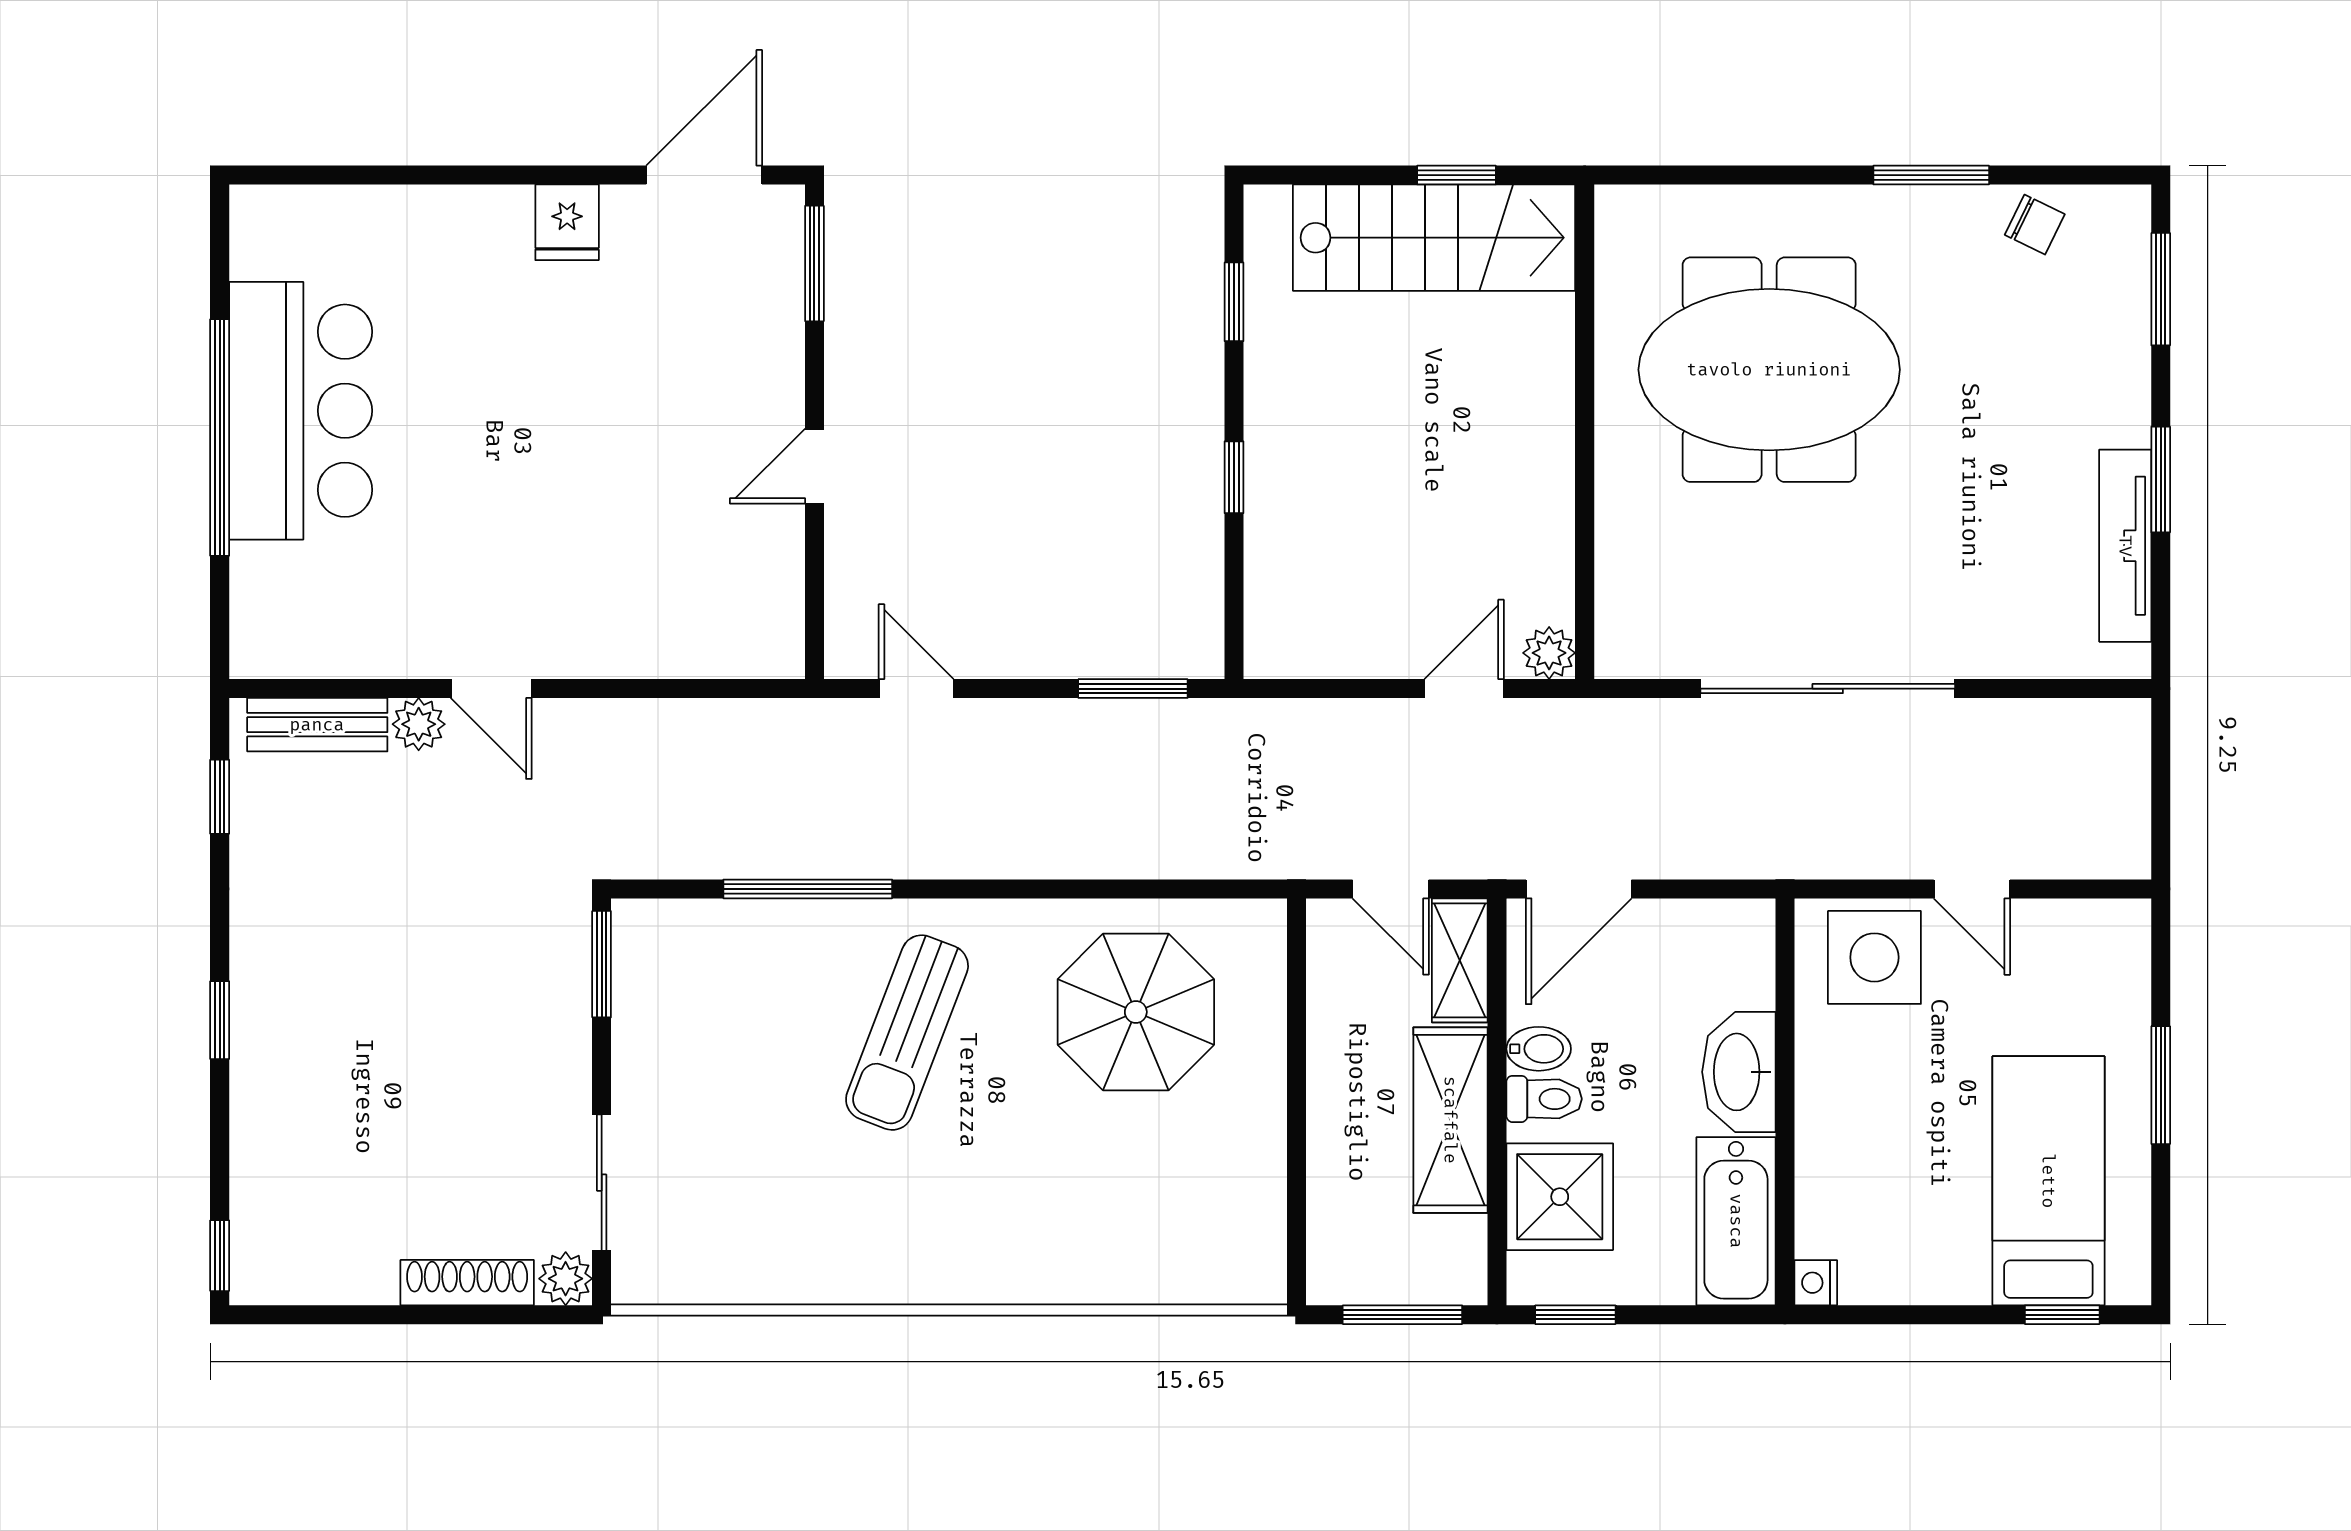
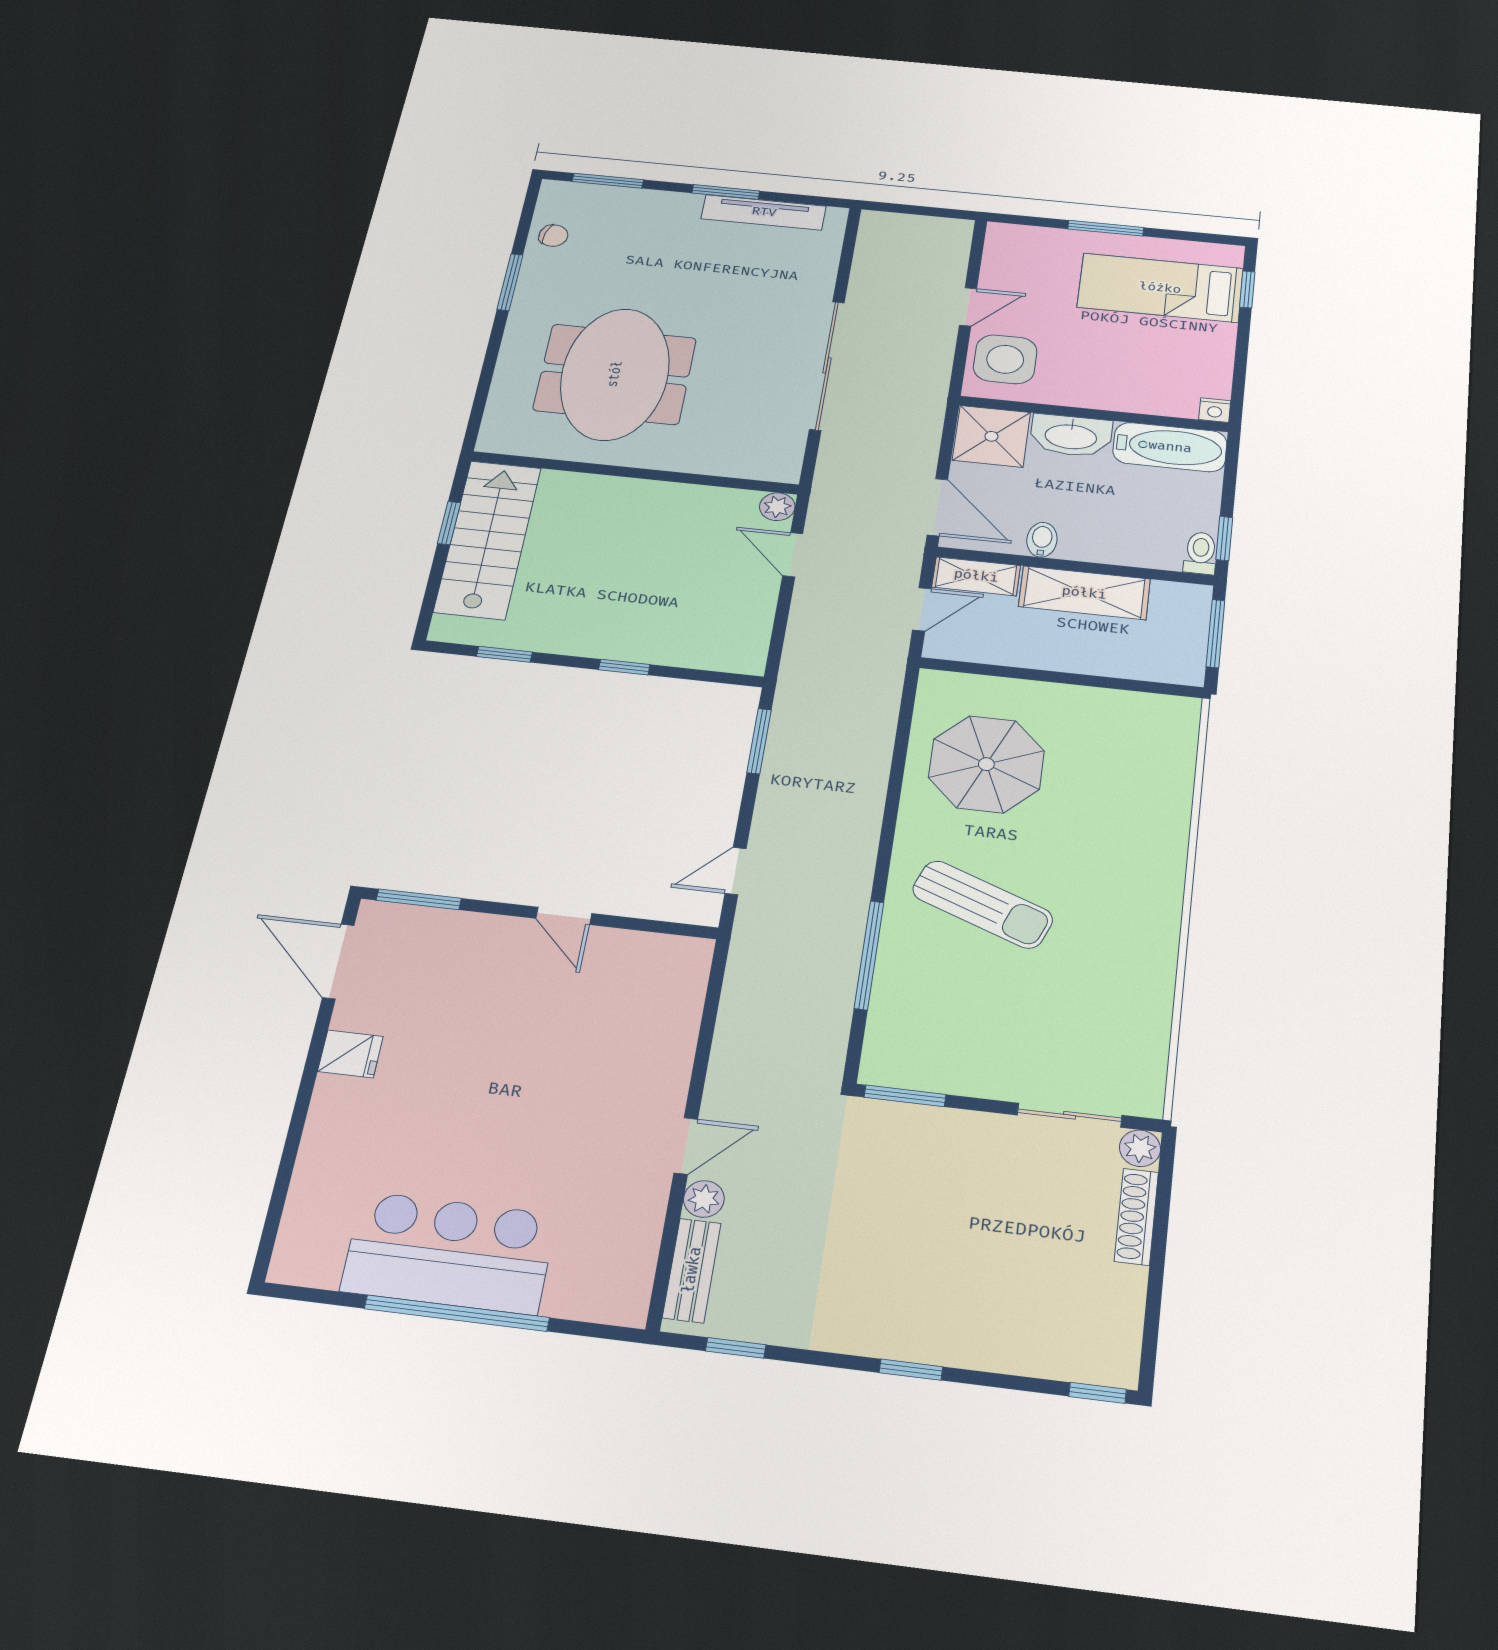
chair: (2035, 225) -> (553, 236), turned 78
toilet: (1544, 1099) -> (1200, 553), moved
shower: (1560, 1197) -> (991, 436), moved

